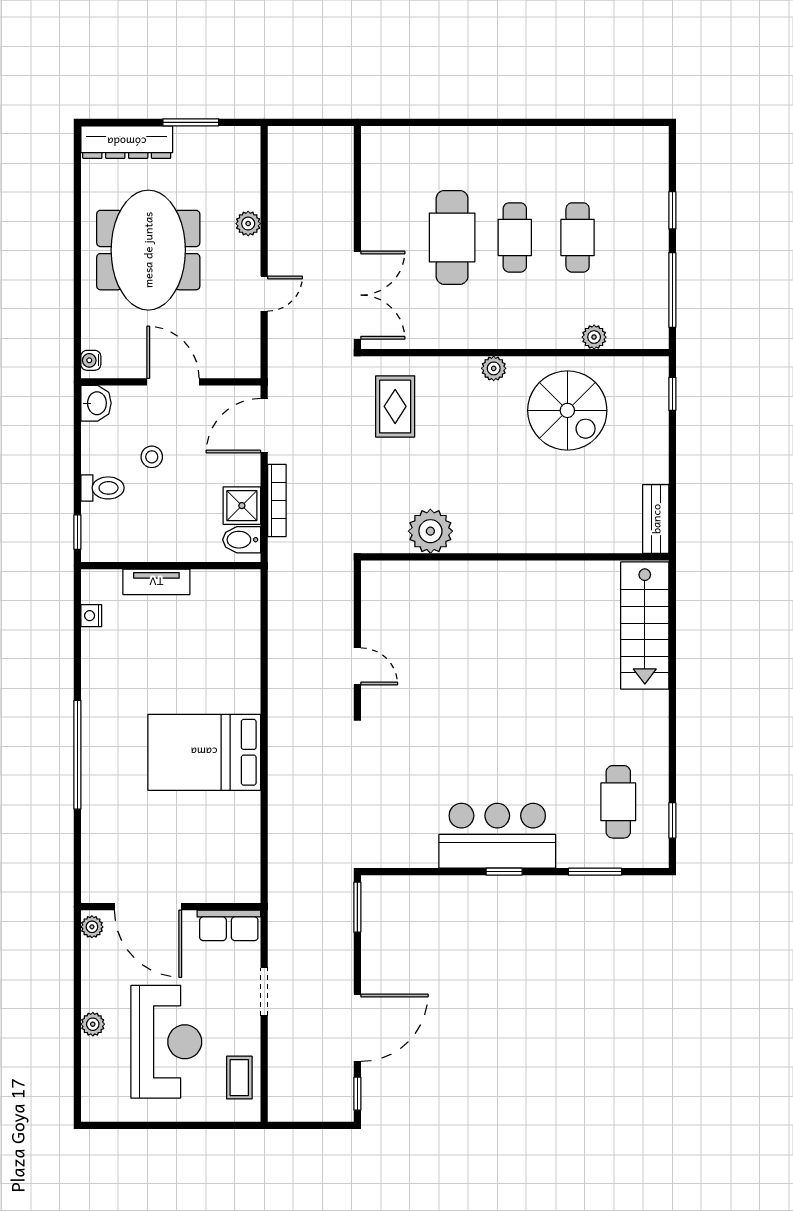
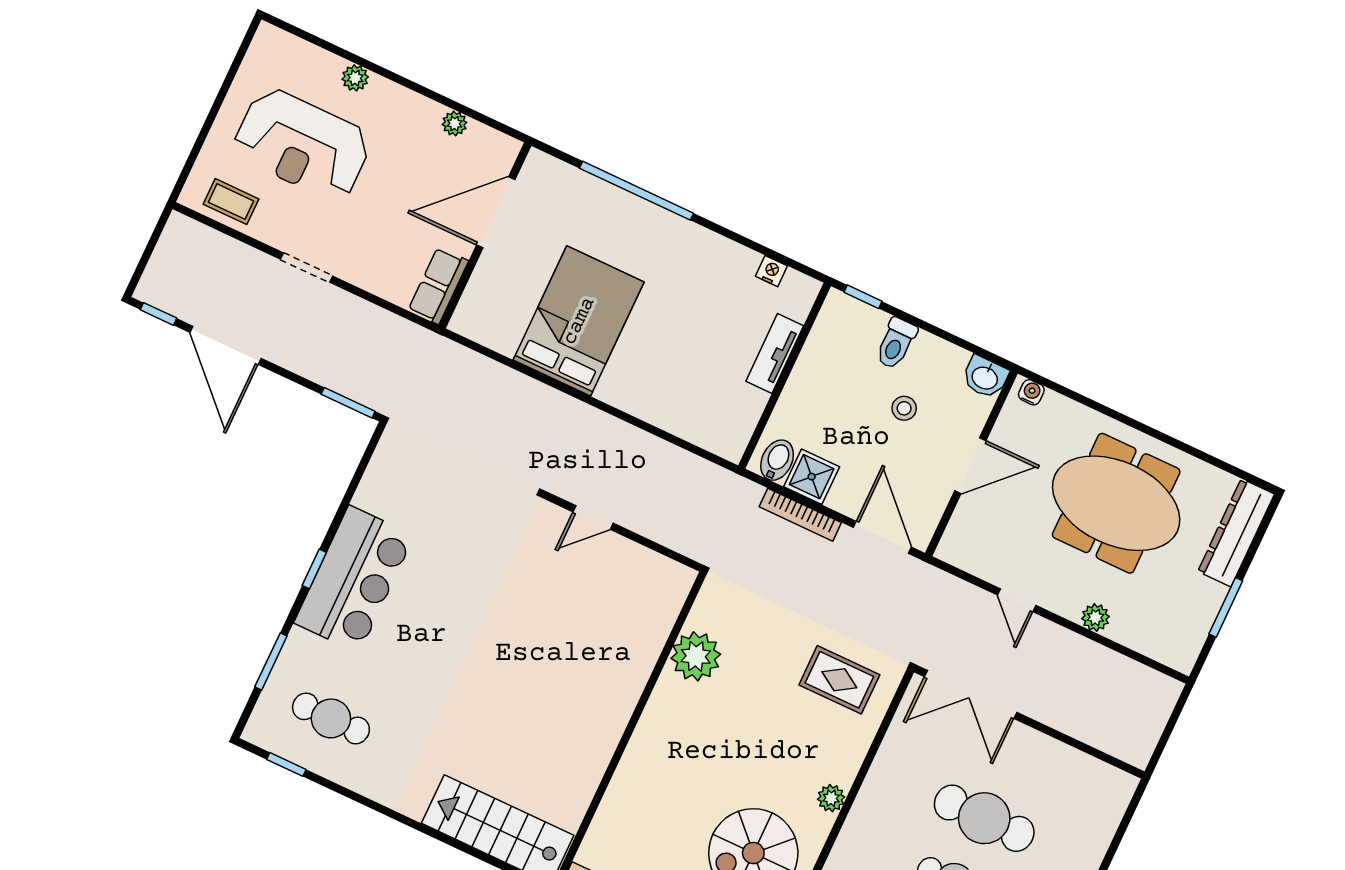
door: (148, 907) -> (496, 212), moved
wall: (171, 907) -> (485, 235), moved
row of seats: (229, 925) -> (438, 286), moved

